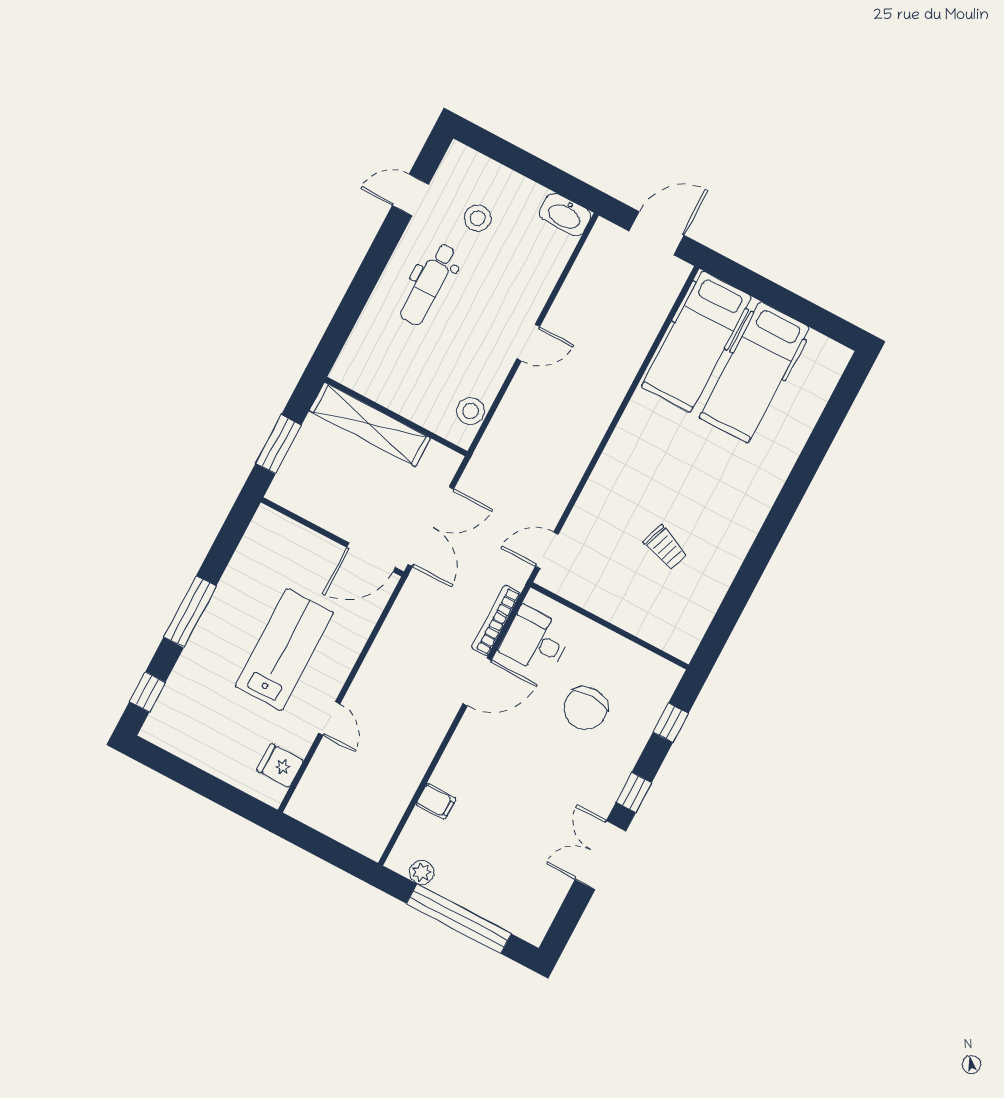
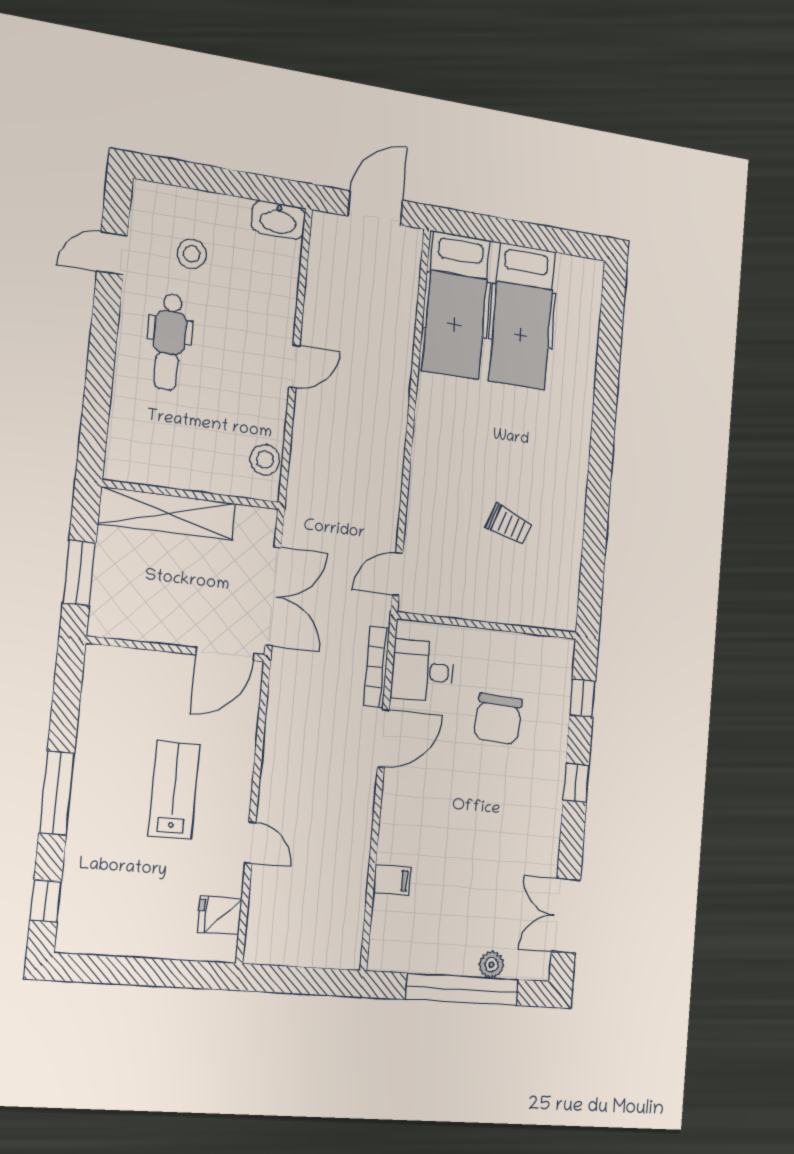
lab bench: (284, 649) -> (174, 790), width x0.73, depth x0.72
double door: (601, 855) -> (566, 916), moved
plant: (422, 872) -> (491, 965), moved

